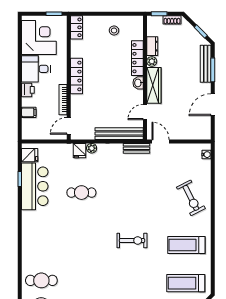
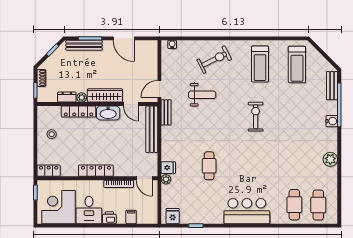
washbasin: (138, 83) -> (108, 113), width x1.91, depth x1.45
plant: (92, 148) -> (166, 179), moved
bar counter: (35, 186) -> (247, 211), moved
weight bench: (155, 186) -> (202, 95), added

